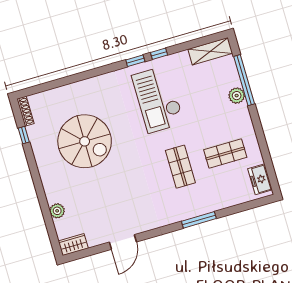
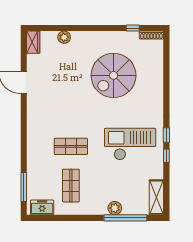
window: (199, 220) -> (24, 187), moved

